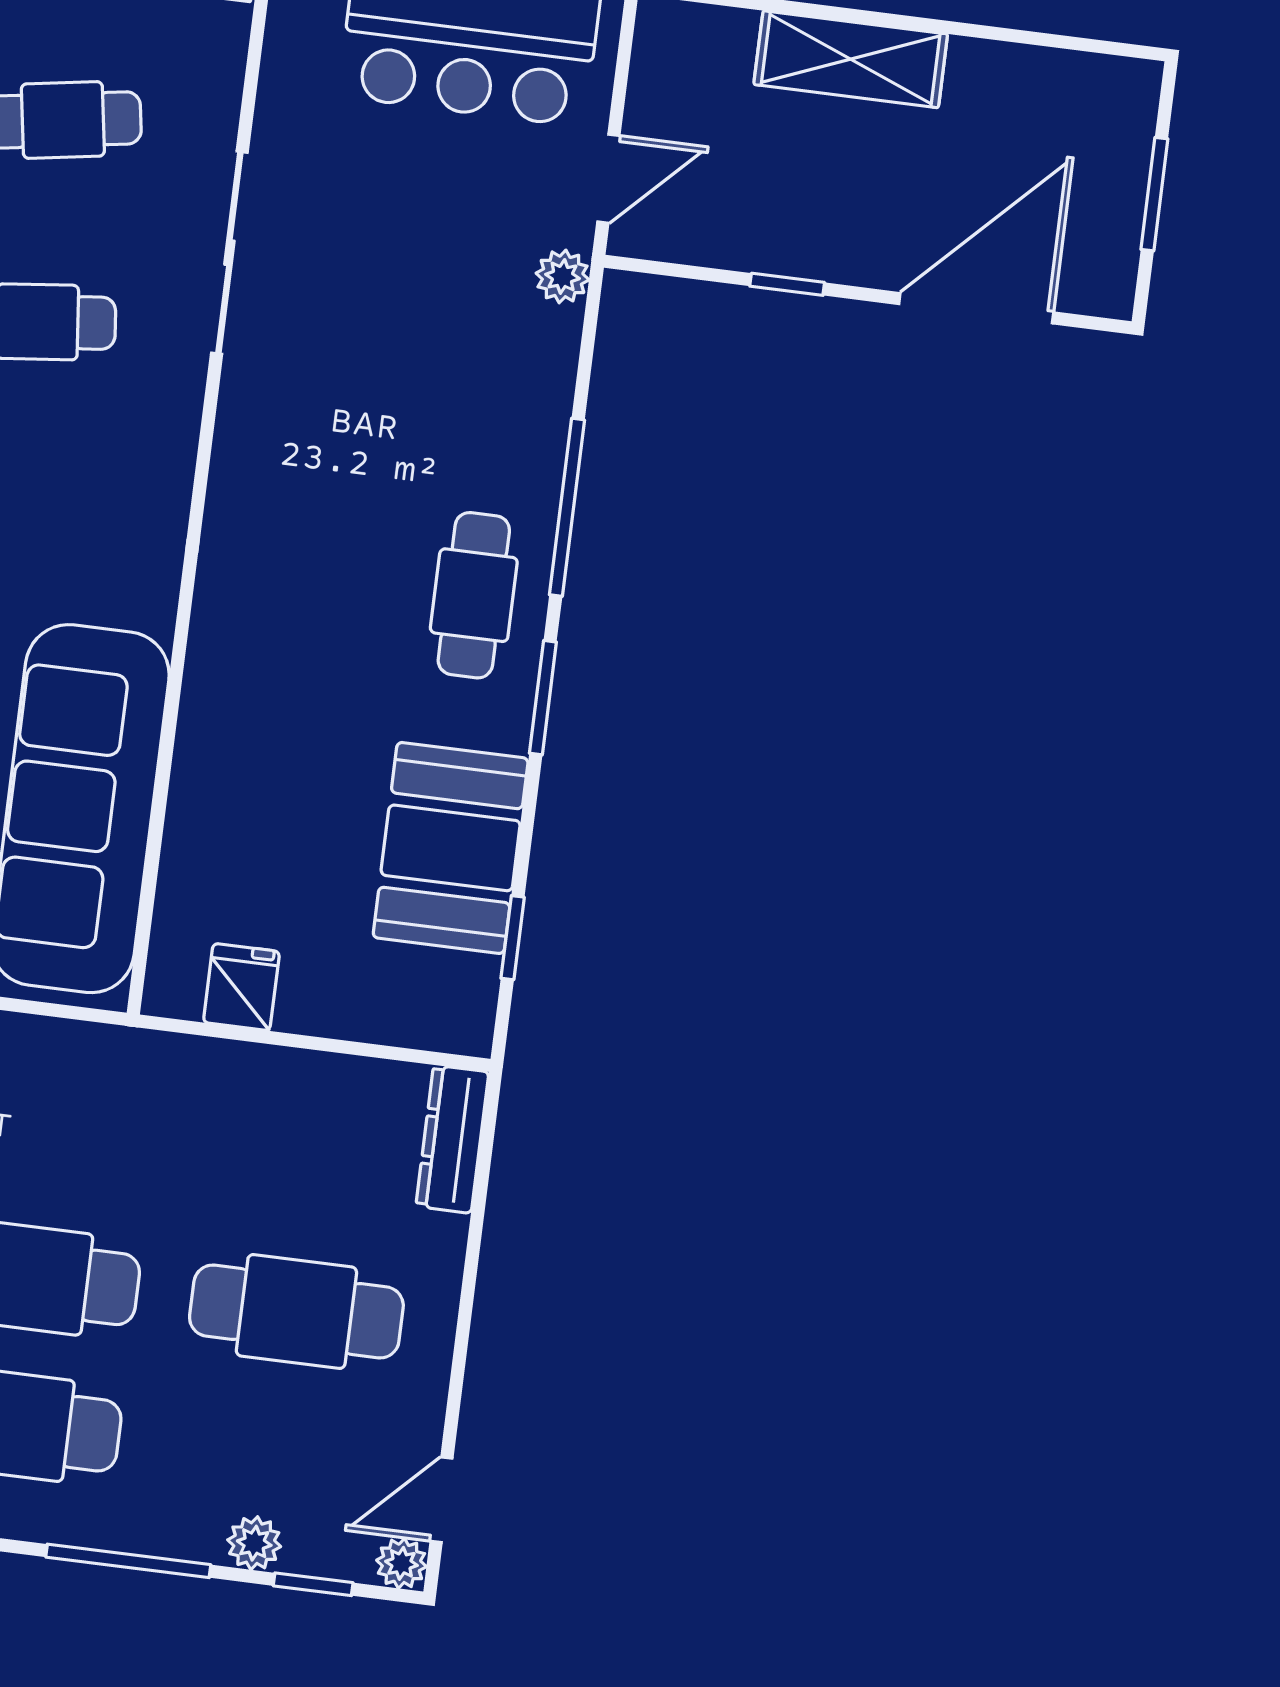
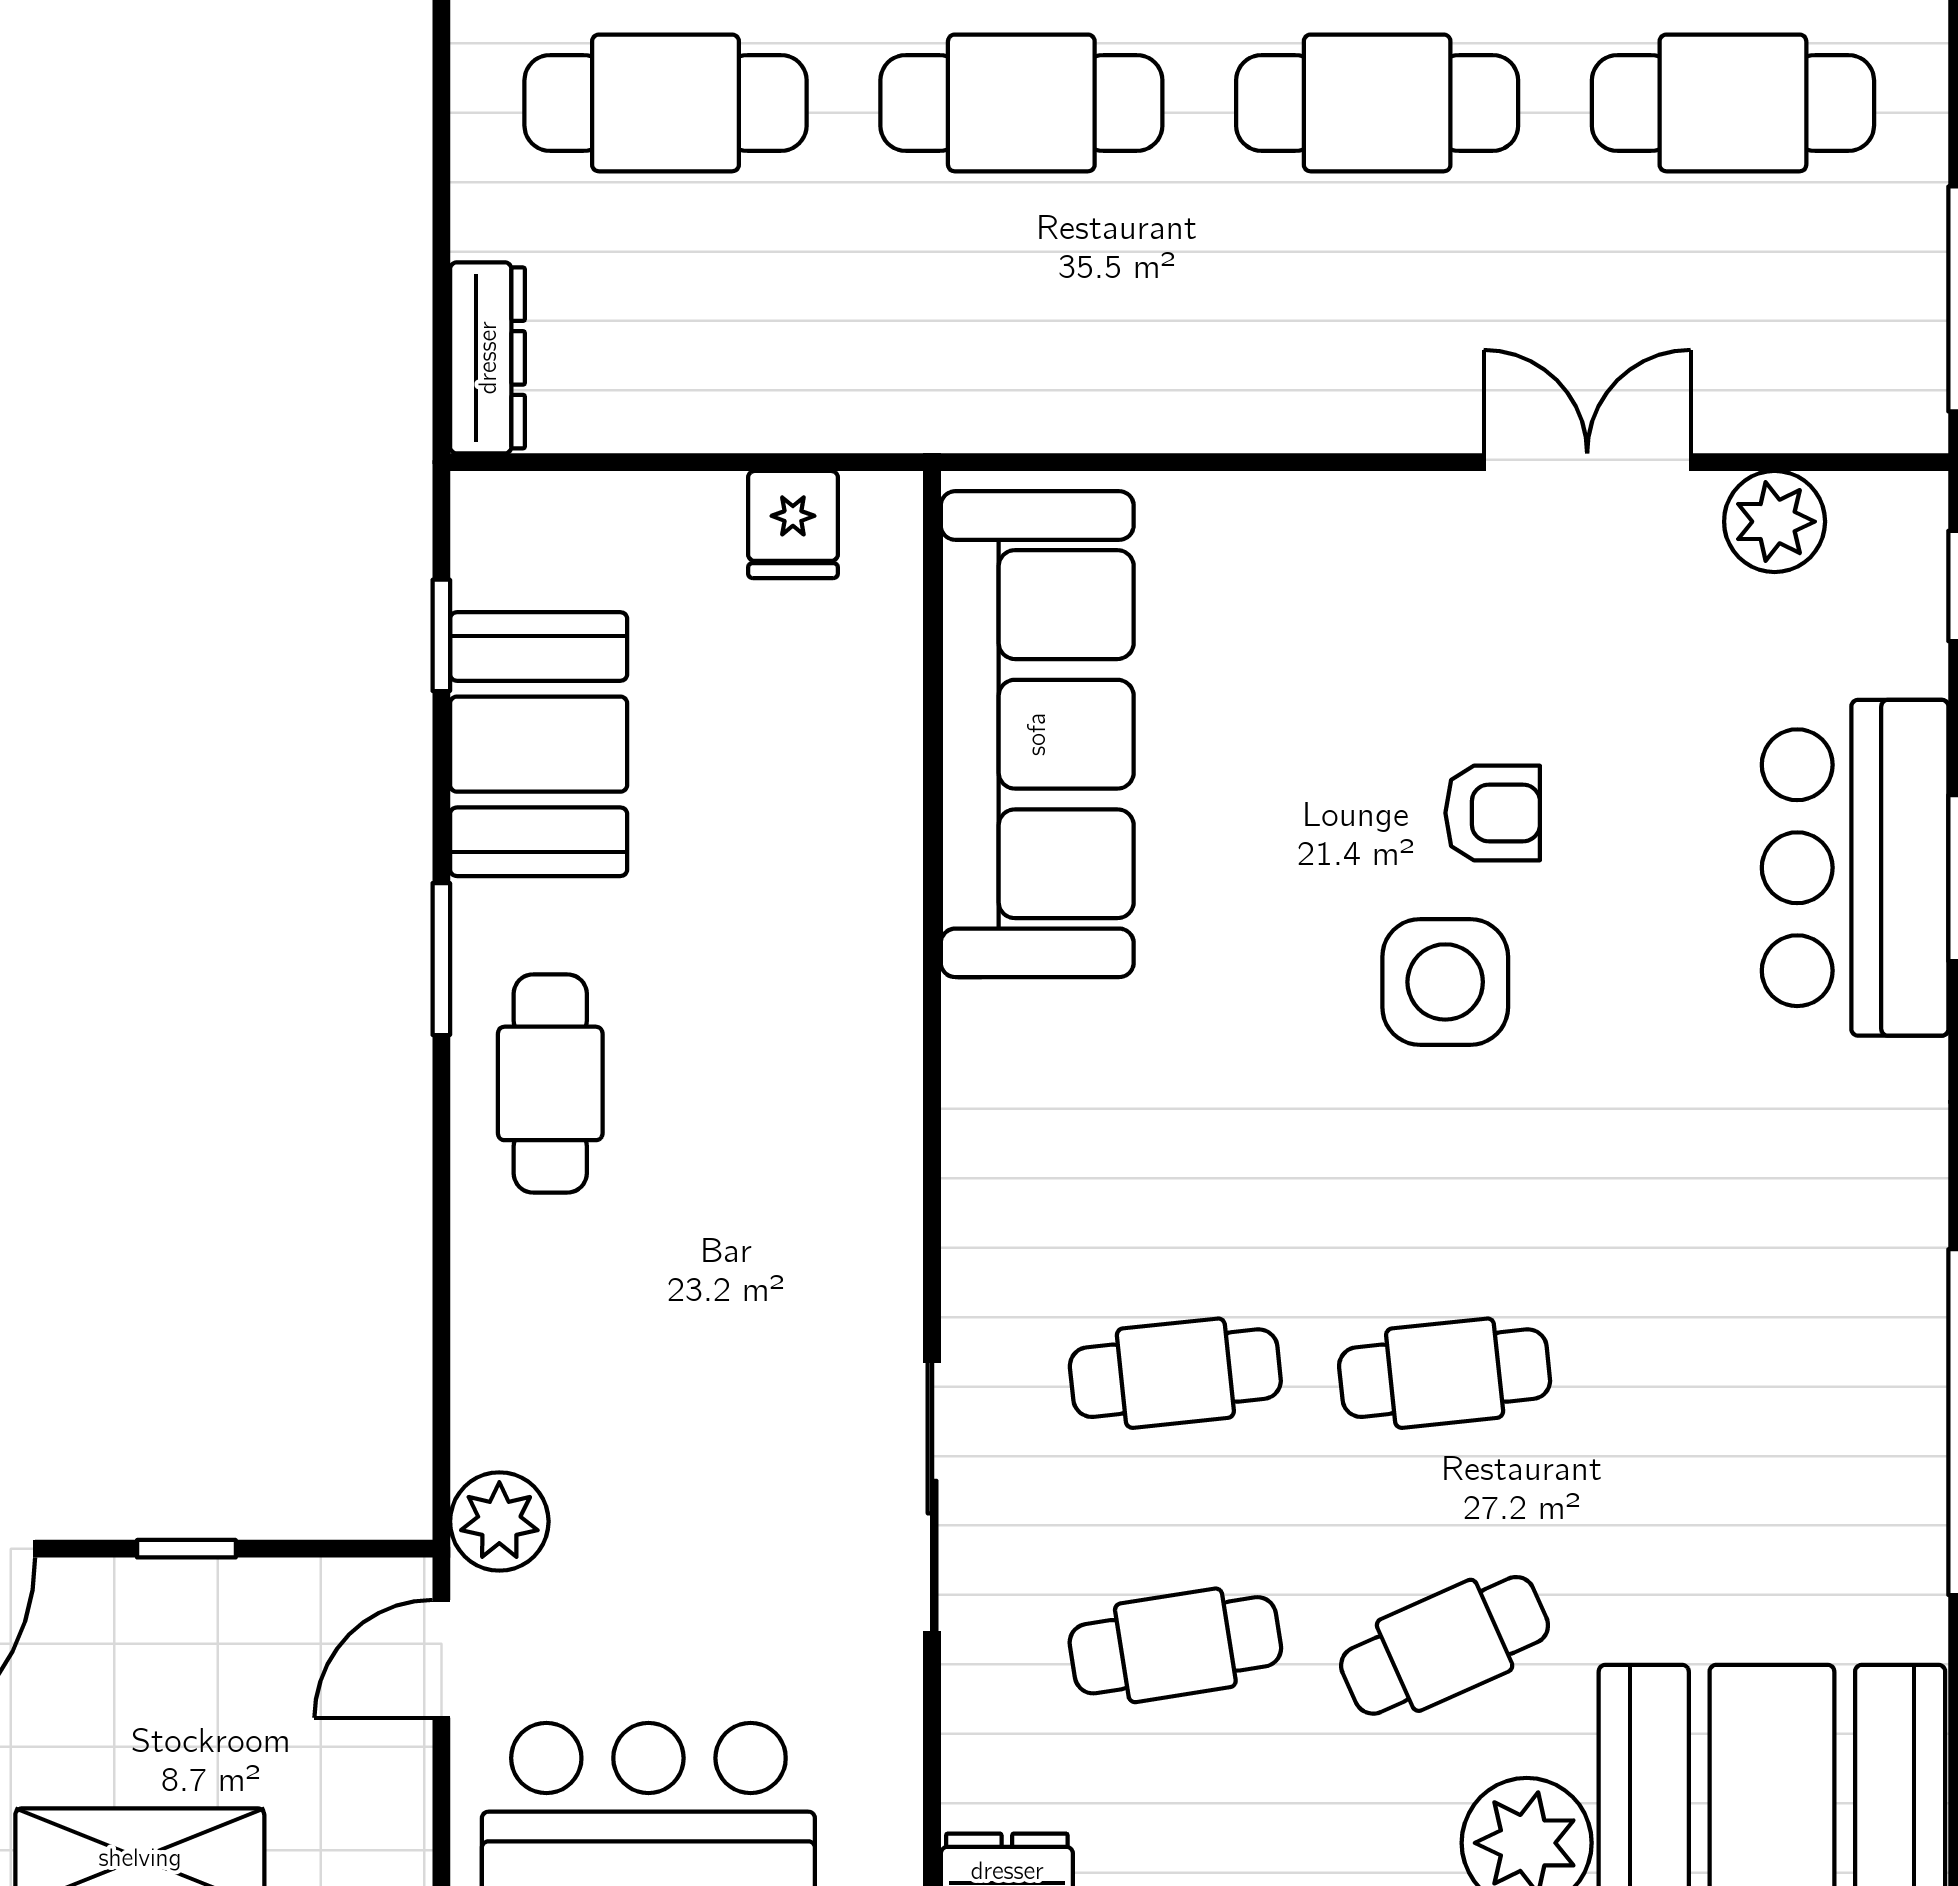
plant: (563, 276) -> (499, 1521), width x1.38, depth x1.38
window: (567, 507) -> (441, 1216), removed

